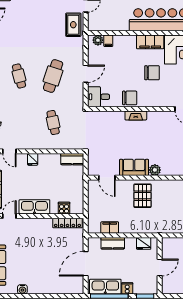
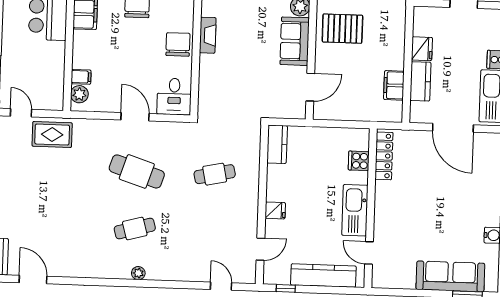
fridge: (144, 243) -> (422, 49), moved

